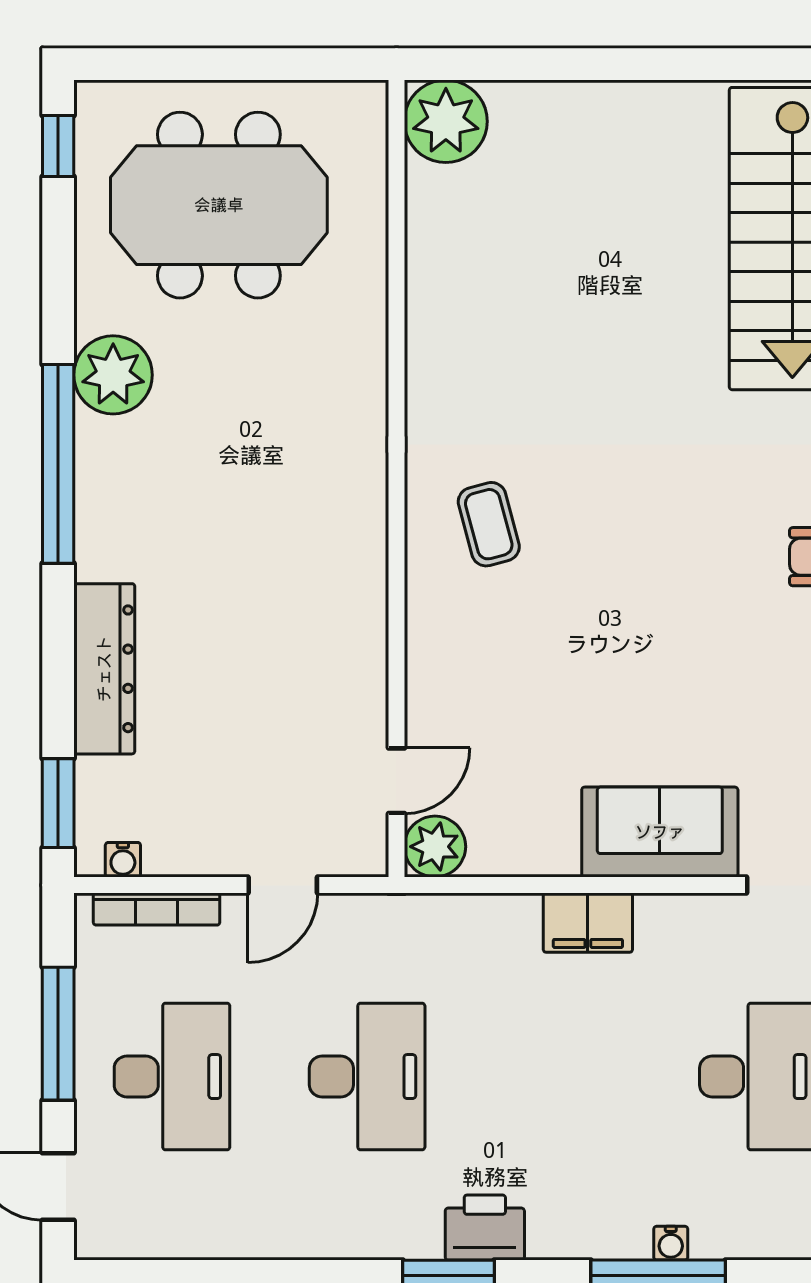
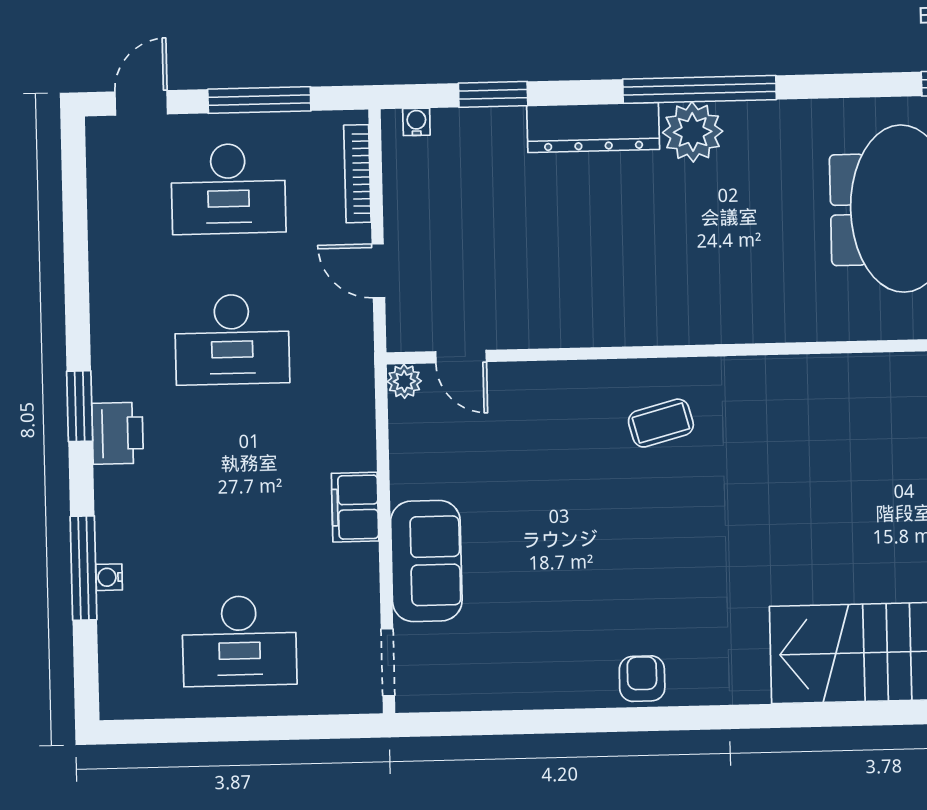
plant: (113, 375) -> (693, 132), moved
dresser: (104, 669) -> (593, 128), moved
window: (58, 803) -> (493, 94), moved
plant: (435, 847) -> (404, 381), width x0.73, depth x0.73
water cooler: (123, 860) -> (416, 122), moved, turned 90

